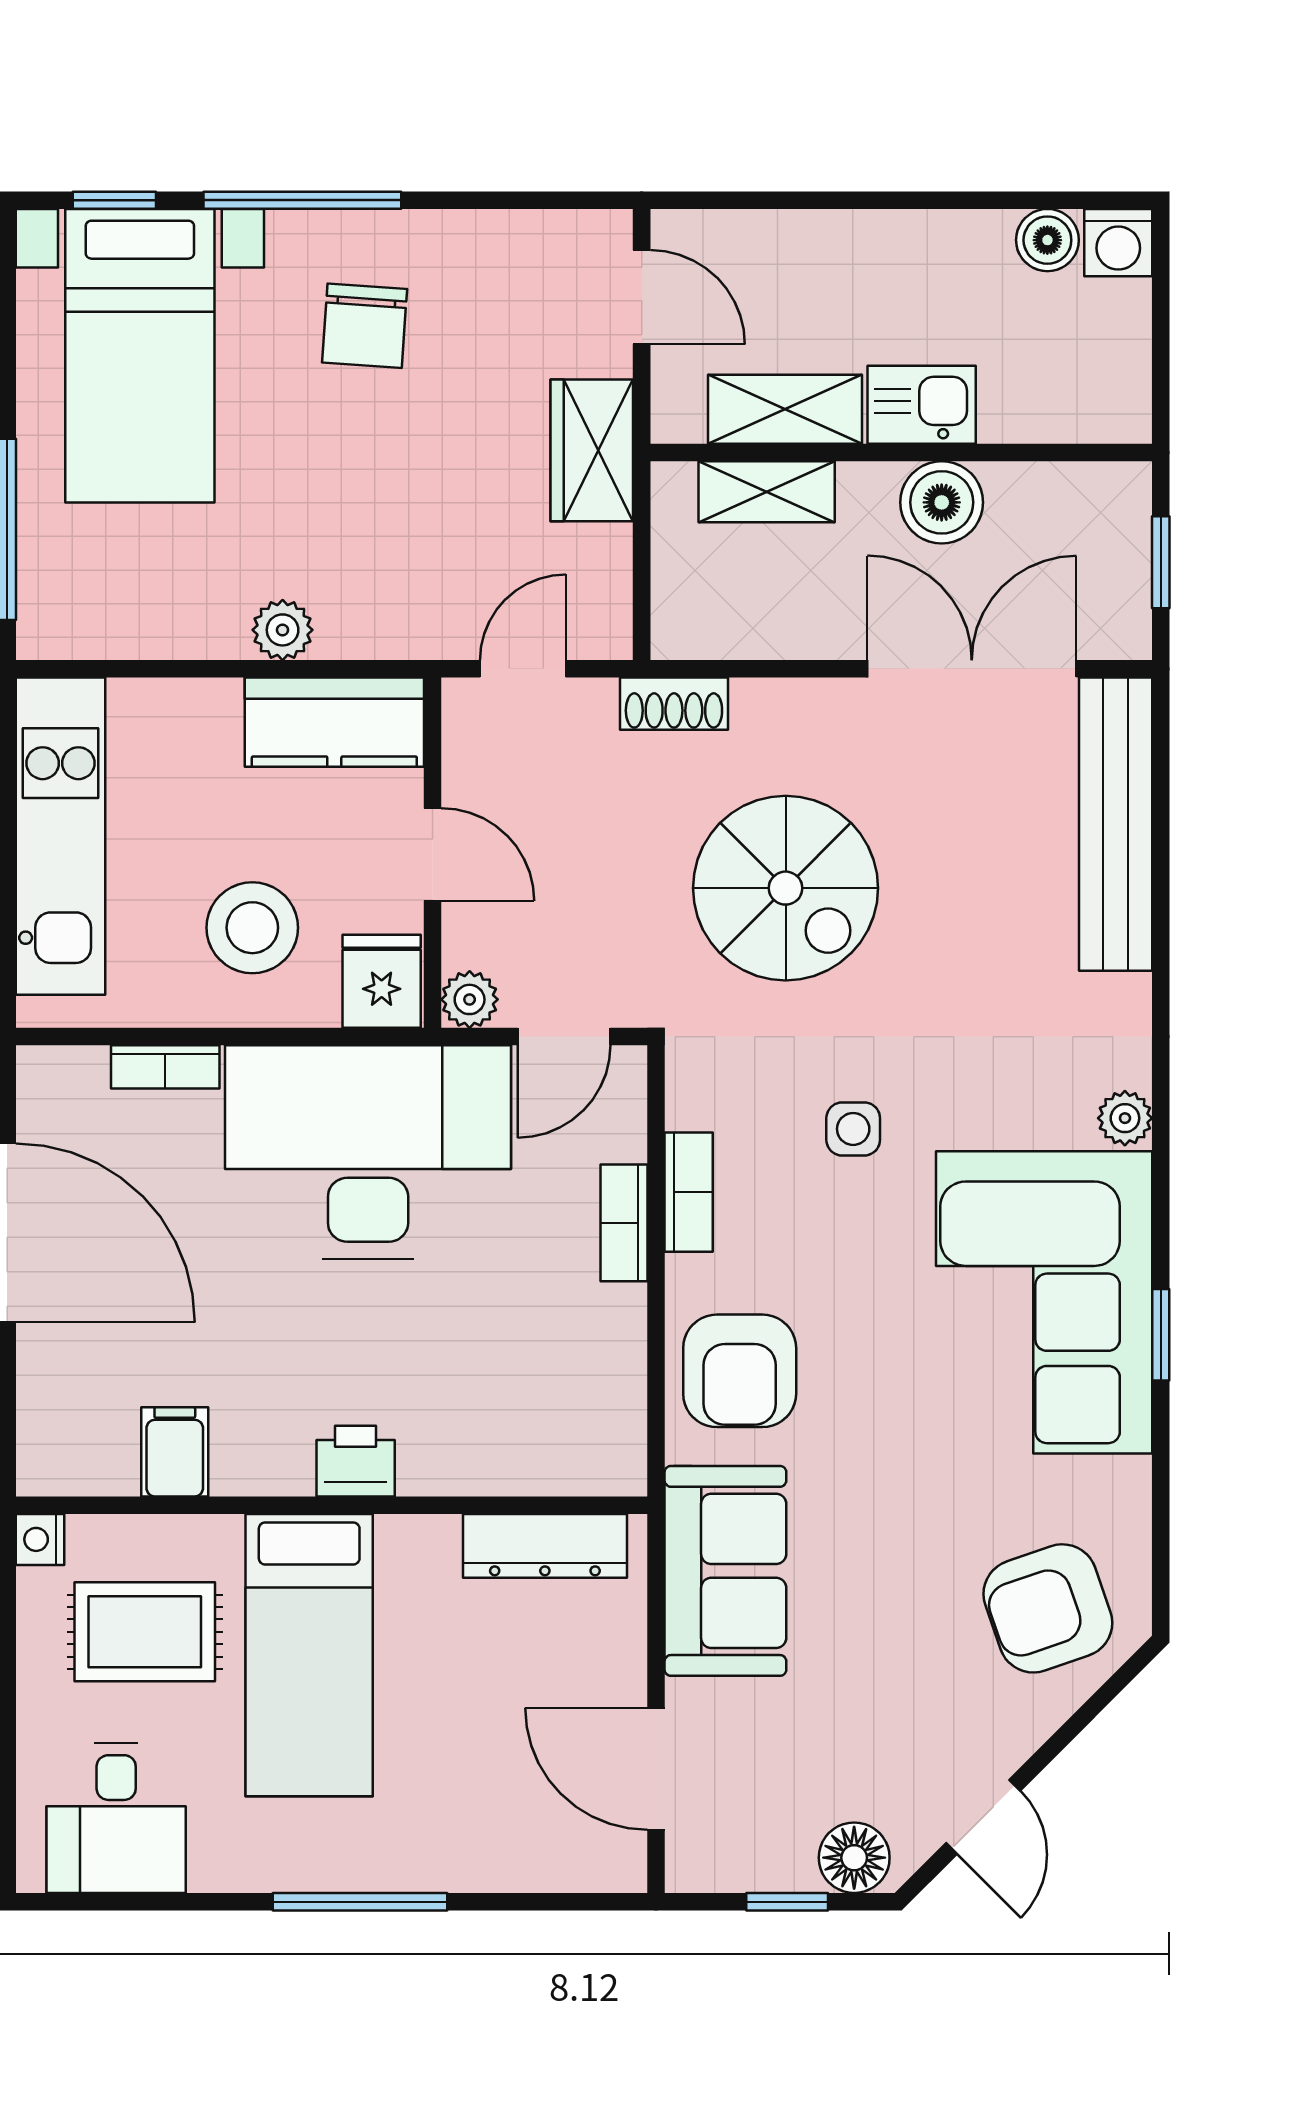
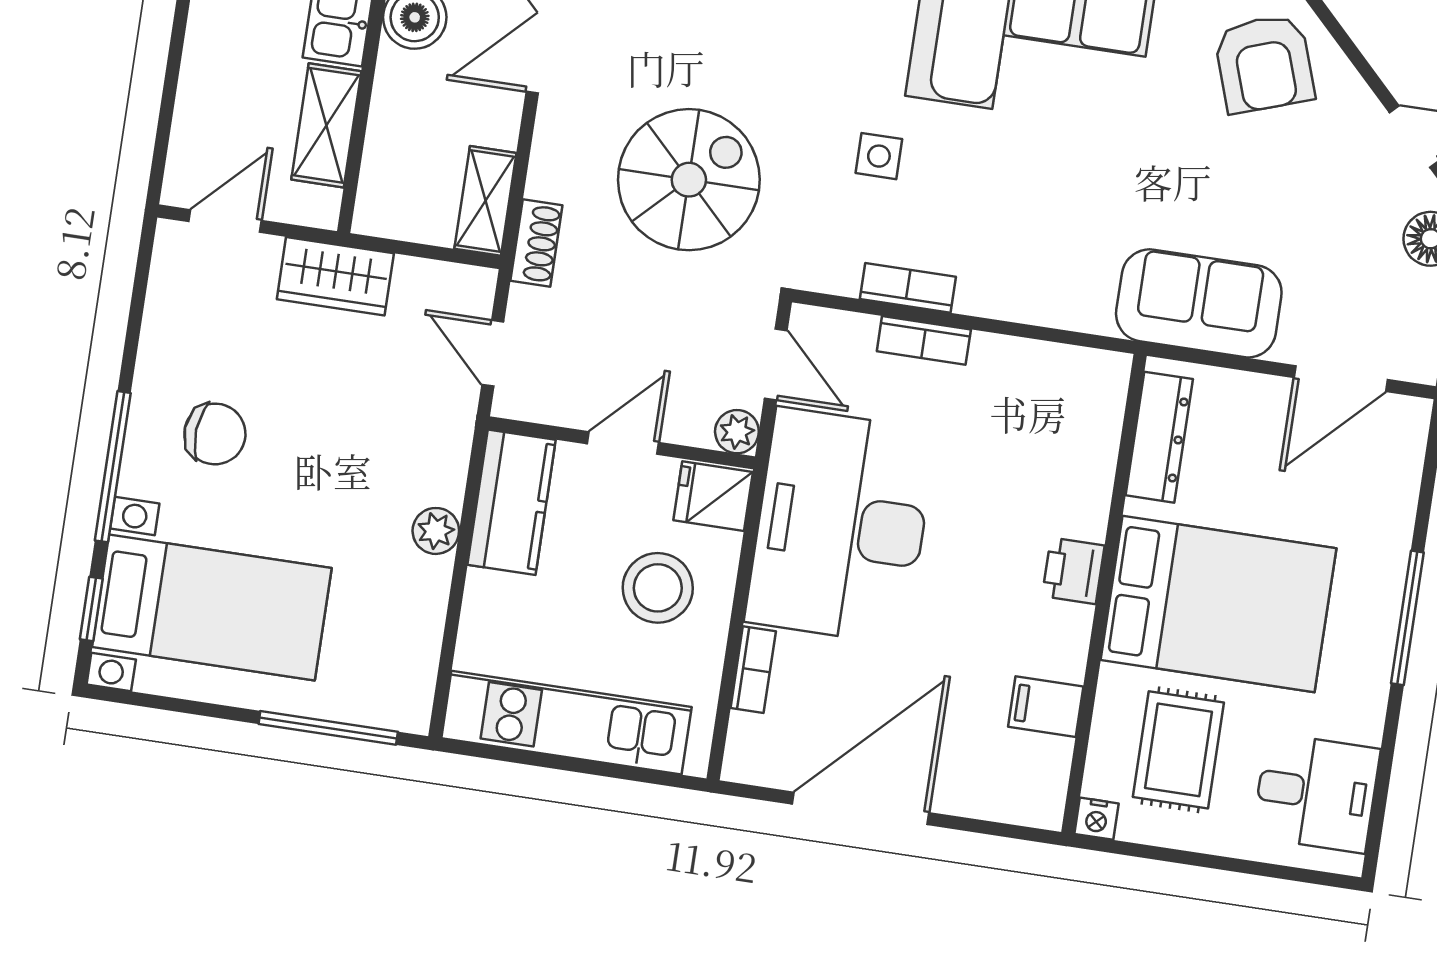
shelving: (767, 492) -> (485, 201), moved
armchair: (740, 1371) -> (1049, 270), removed
bed: (309, 1655) -> (1218, 604), width x1.50

